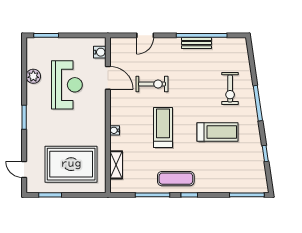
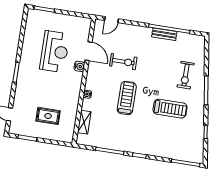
door: (145, 35) -> (112, 20), moved
water cooler: (100, 52) -> (79, 66), moved
plant: (33, 76) -> (29, 40), removed
rug: (71, 164) -> (48, 116), width x0.54, depth x0.49
exercise mat: (176, 179) -> (131, 141), removed

